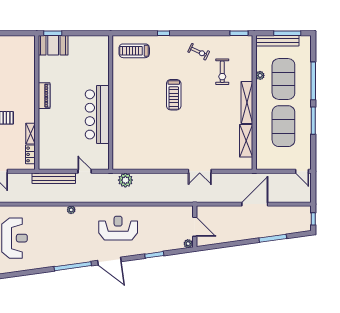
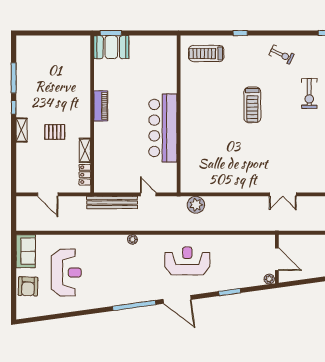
exercise bike: (222, 72) -> (309, 94), moved

